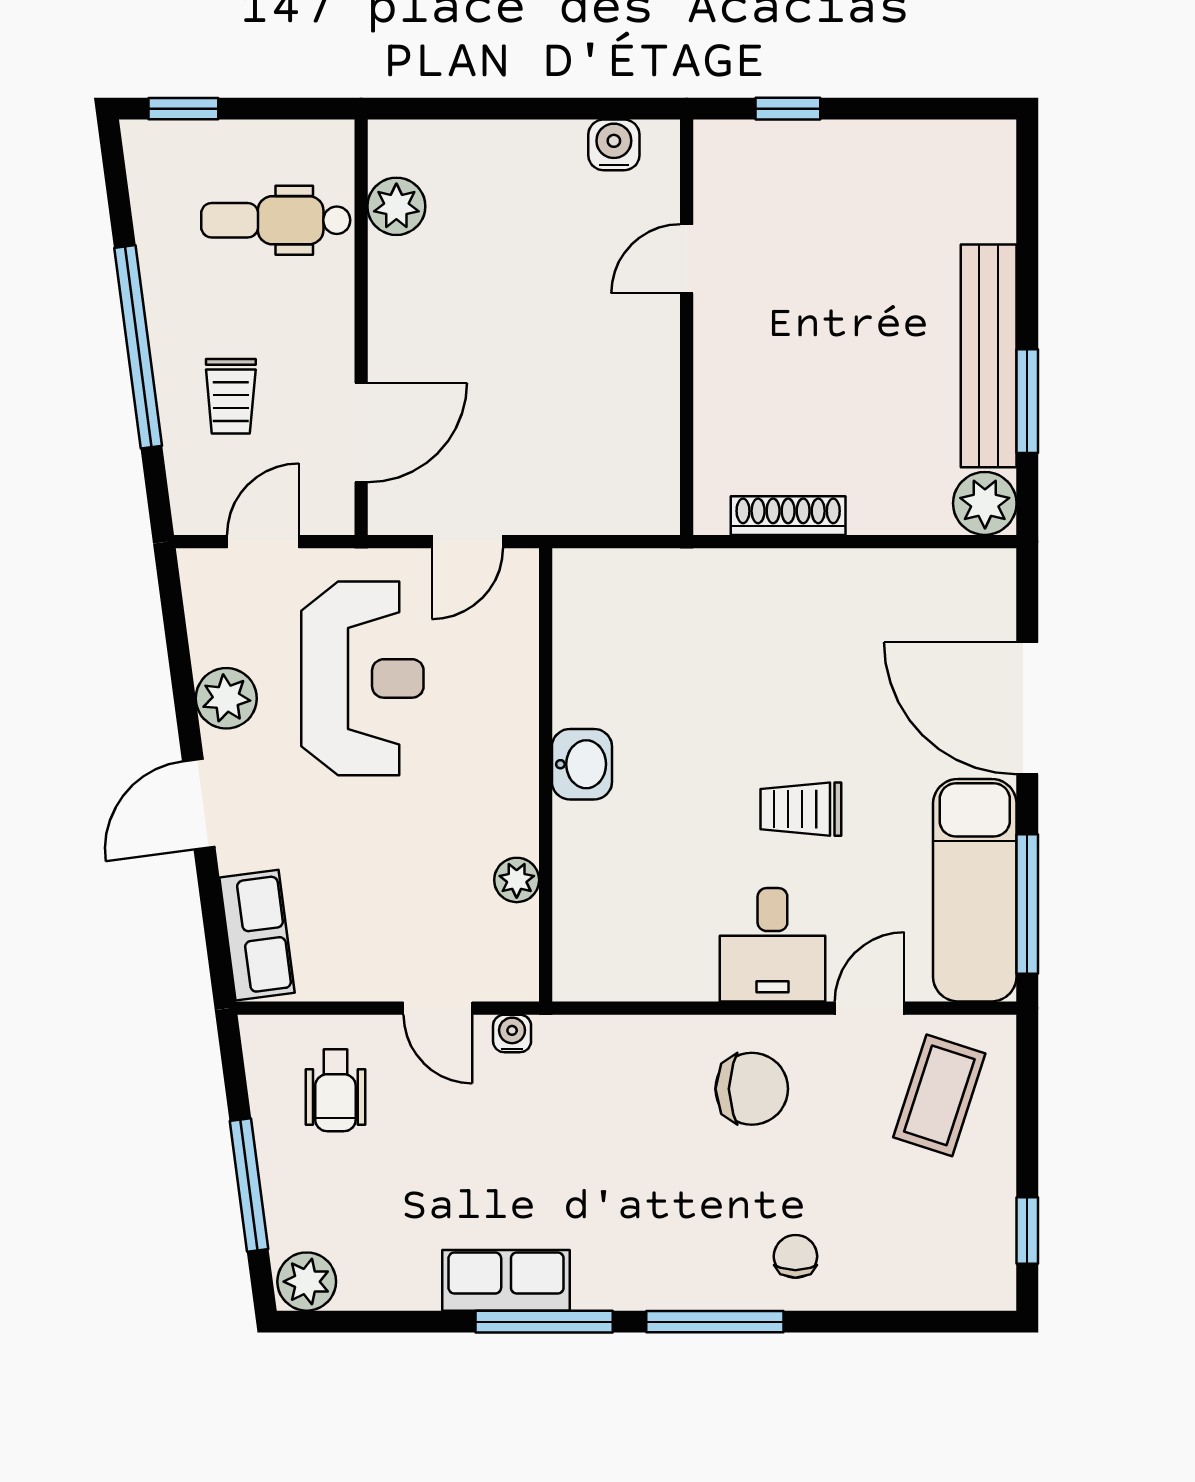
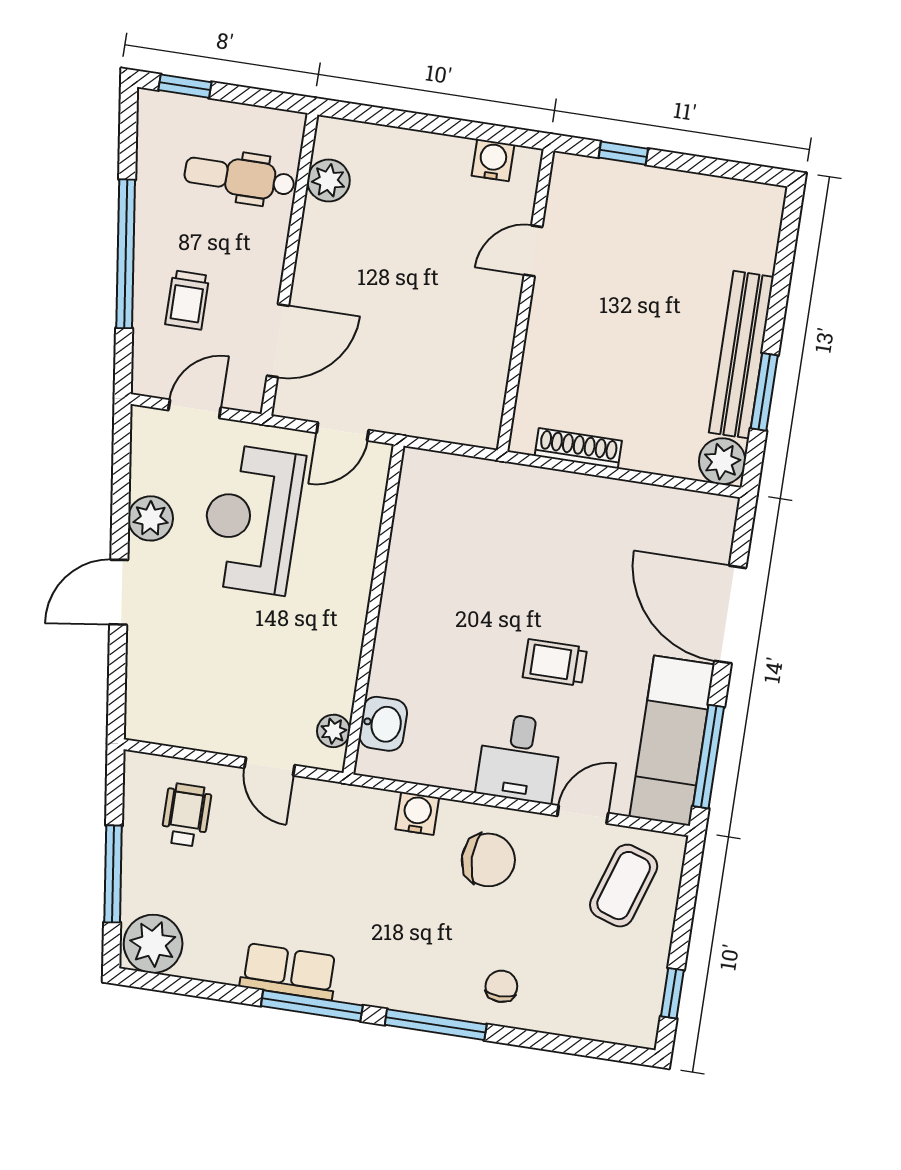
reception desk: (362, 678) -> (251, 519), turned 180
washbasin: (582, 764) -> (383, 724), moved
plant: (517, 880) -> (334, 731), moved
row of seats: (257, 935) -> (146, 694), removed
water cooler: (512, 1033) -> (417, 813), moved, width x1.38, depth x1.38
wheelchair: (335, 1090) -> (186, 815), turned 180
plant: (307, 1282) -> (153, 944), width x1.36, depth x1.36

